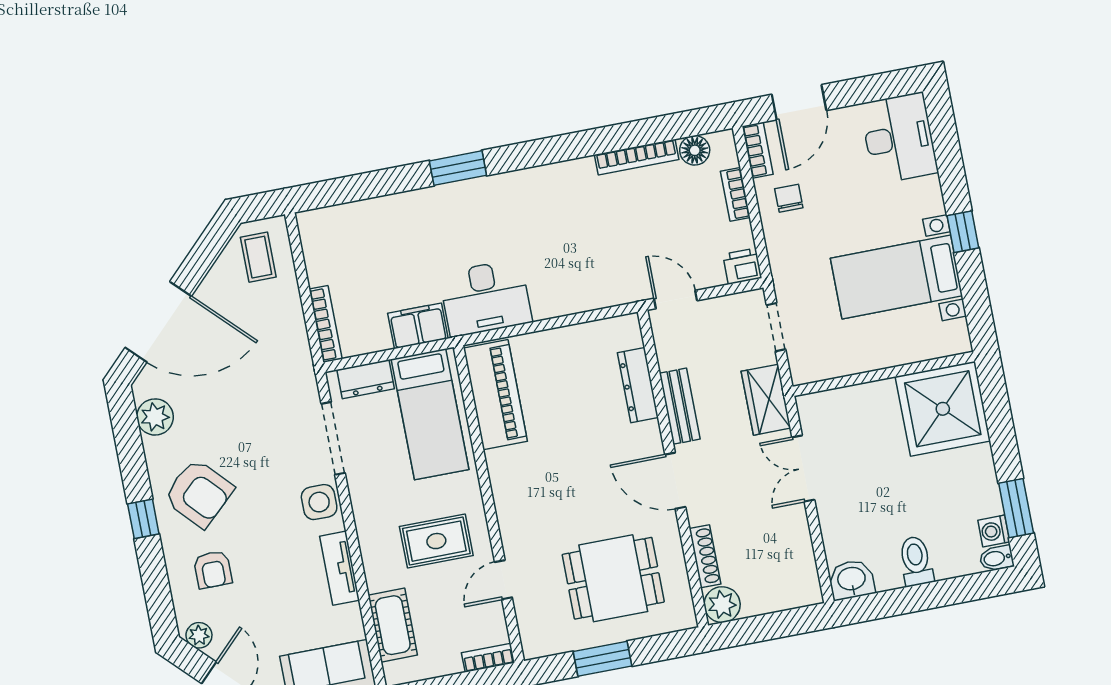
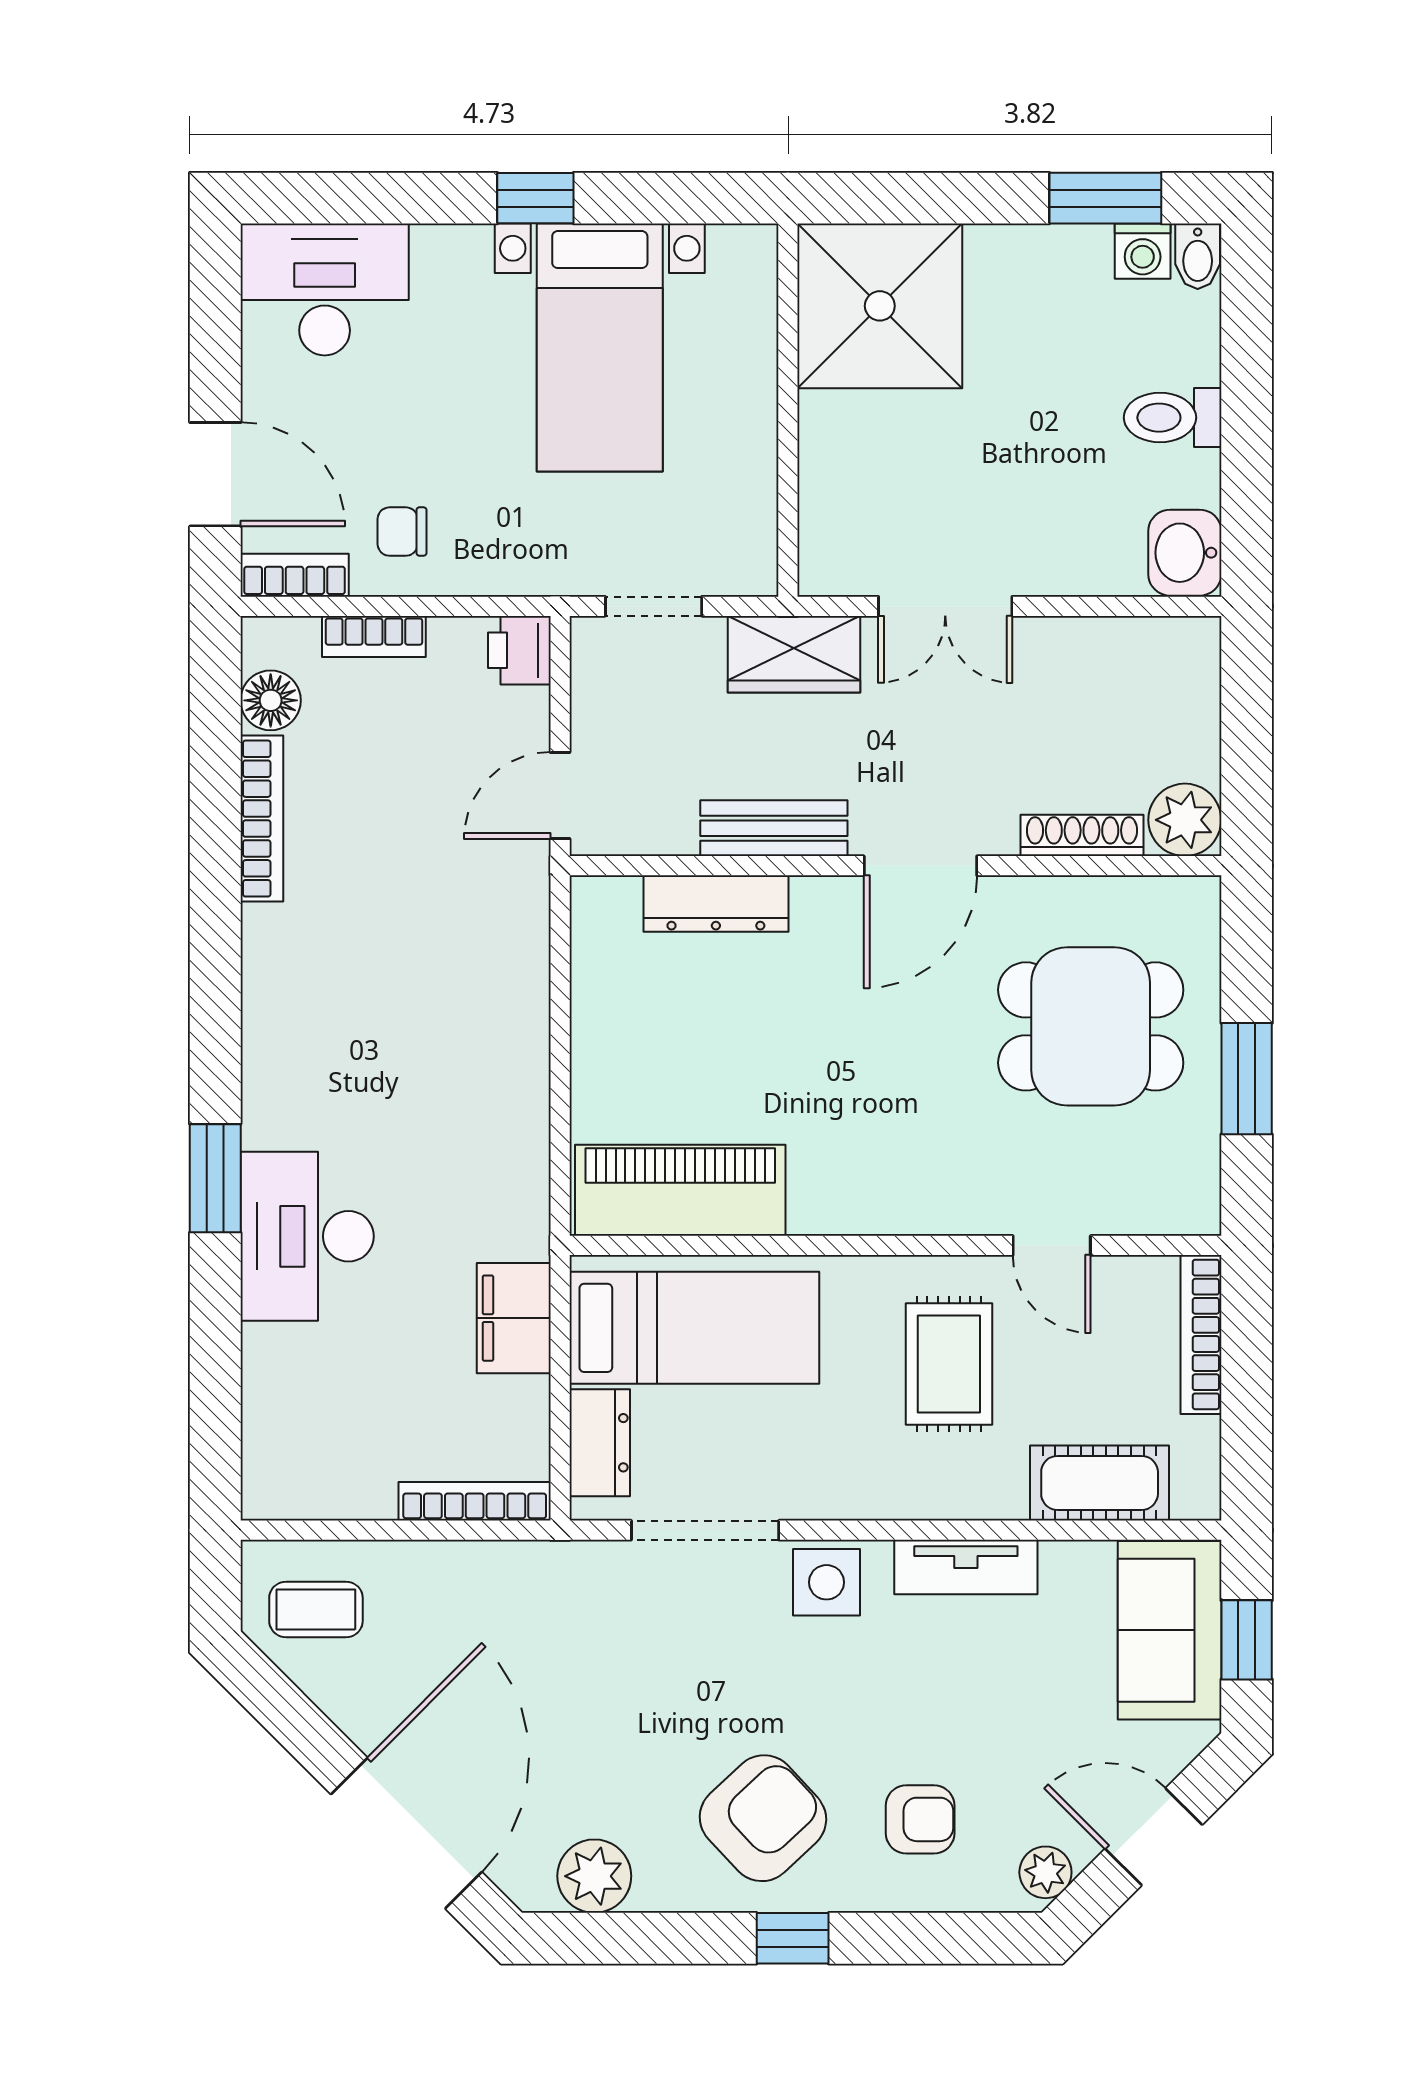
desk: (485, 298) -> (307, 1236), moved, turned 180
dining table: (613, 578) -> (1091, 1026), turned 90
bookcase: (488, 658) -> (1201, 1334), width x1.56

